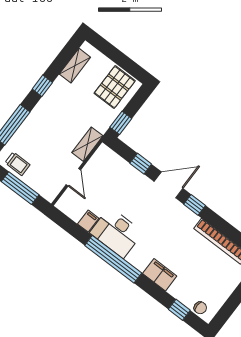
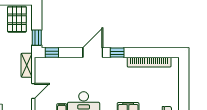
window: (141, 164) -> (52, 53), moved
door: (73, 177) -> (33, 91), hinge flipped

